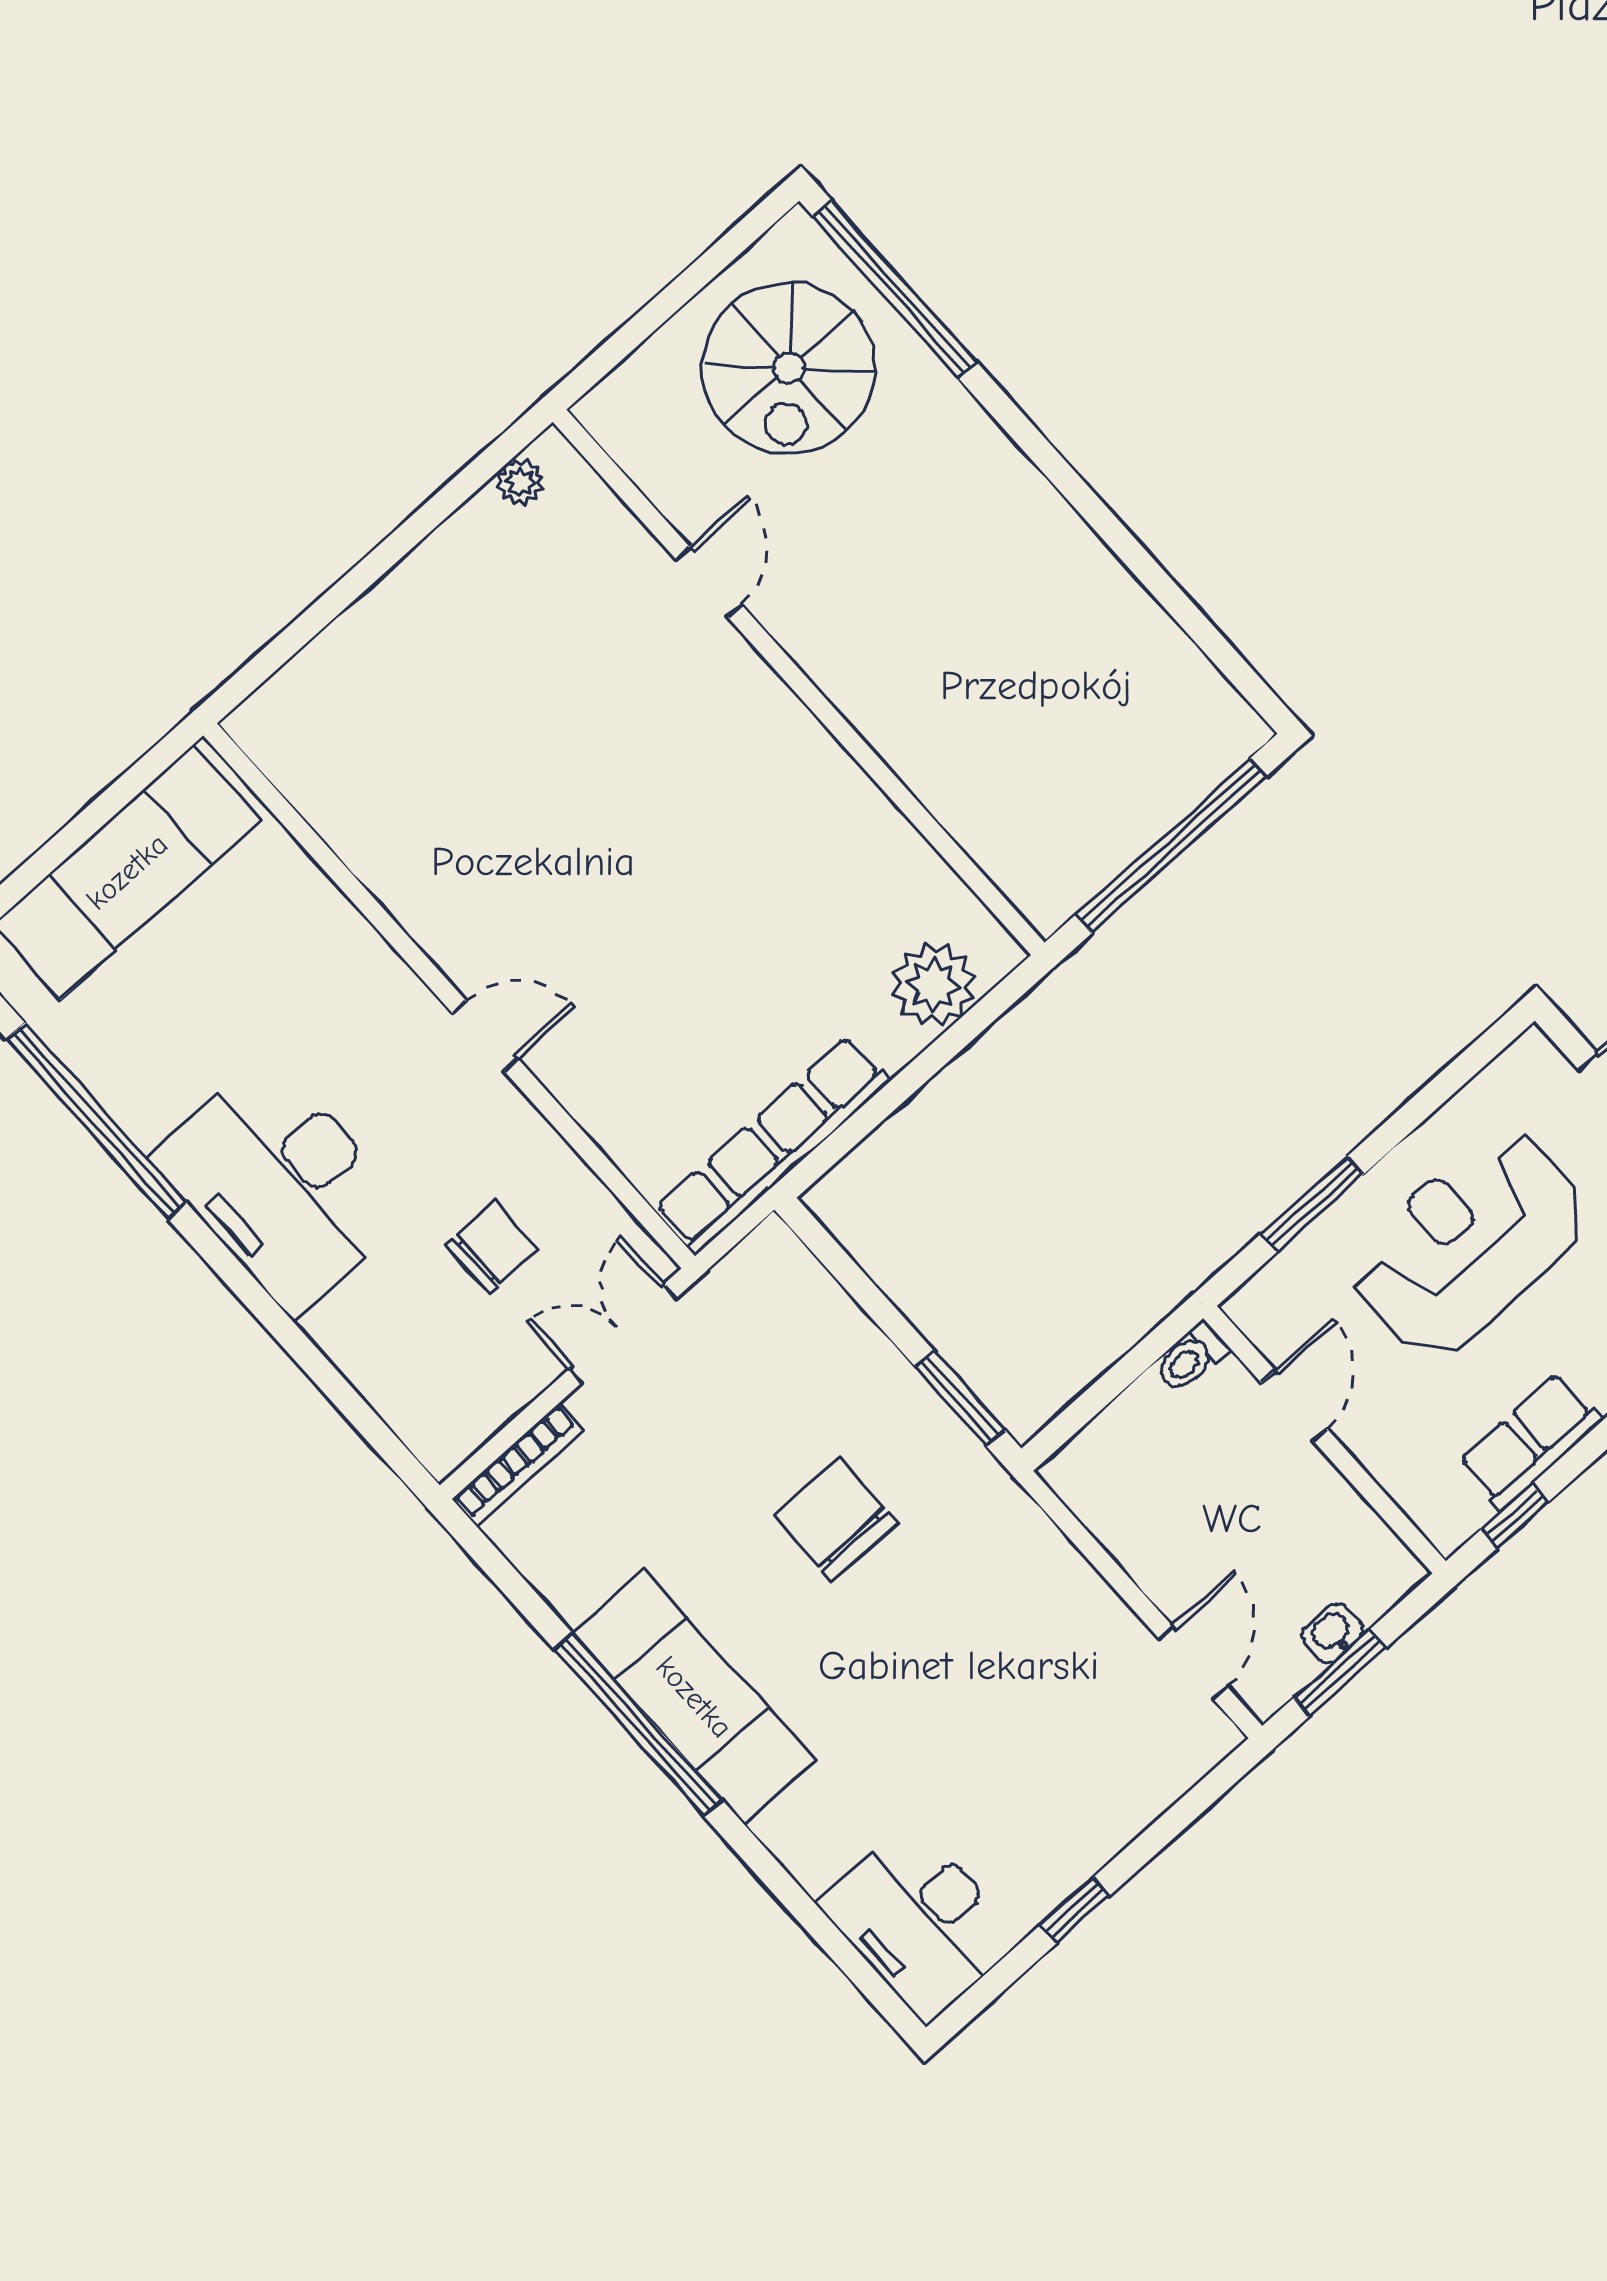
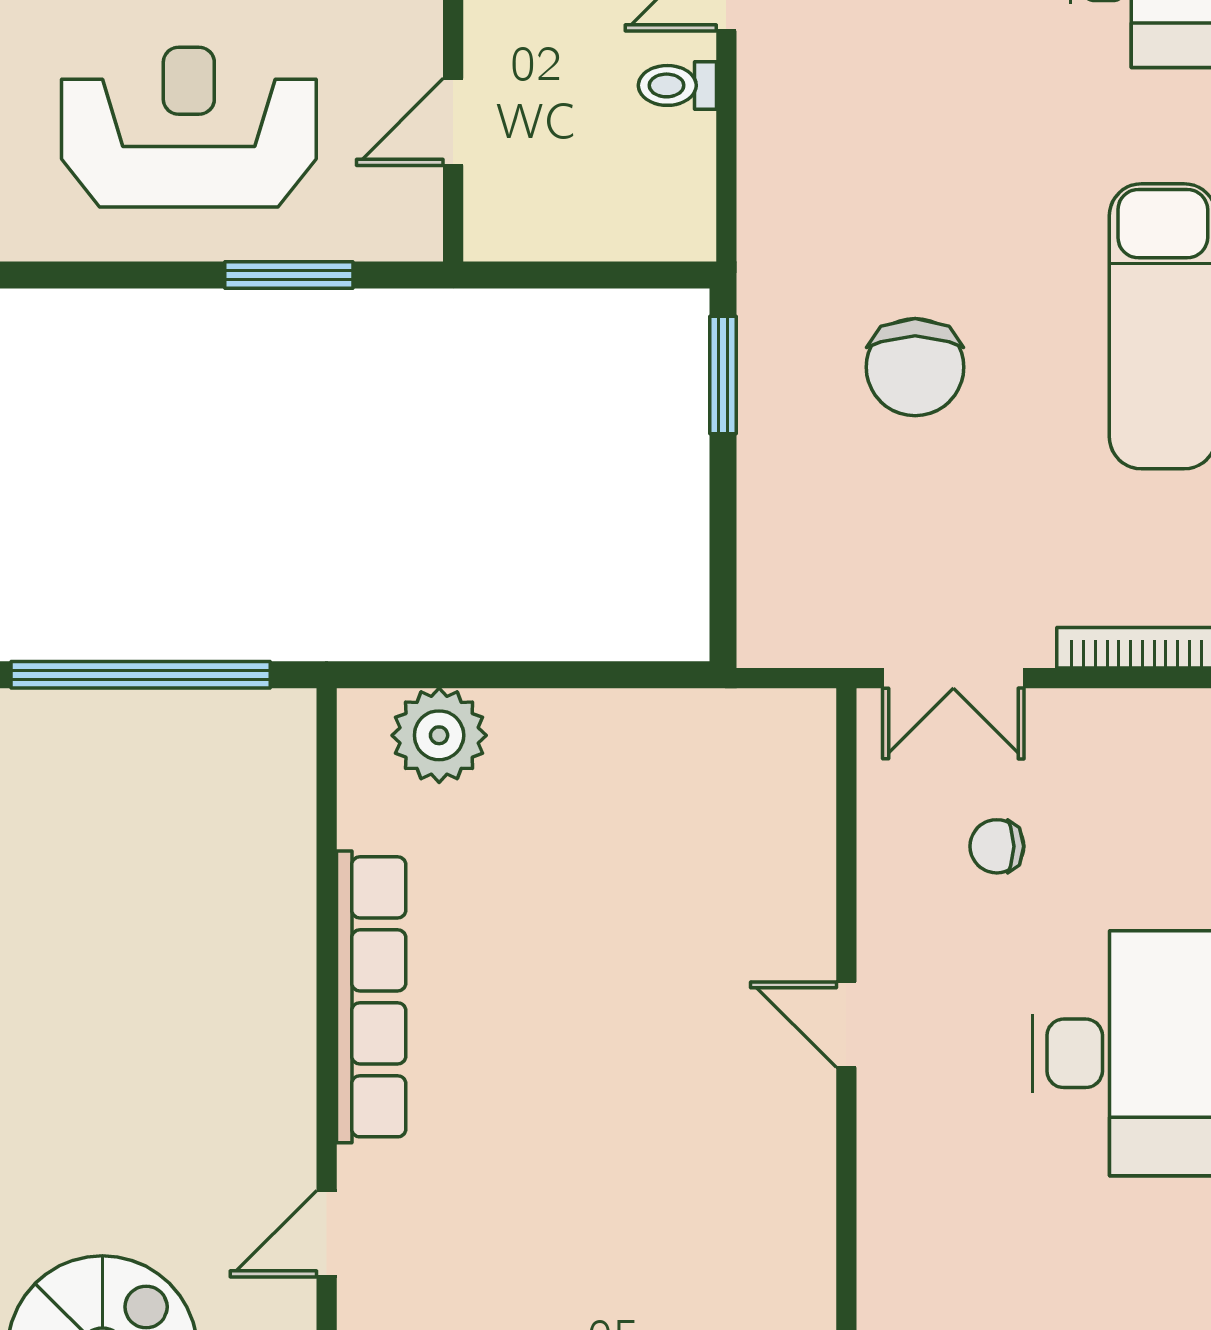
row of seats: (772, 1145) -> (371, 997), moved, turned -90
reception desk: (1469, 1243) -> (189, 127), turned 180
chair: (492, 1247) -> (997, 846), width x0.73, depth x0.73
toilet: (1192, 1358) -> (677, 85), moved, turned 180

